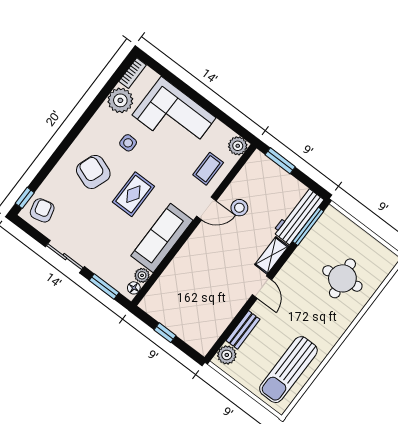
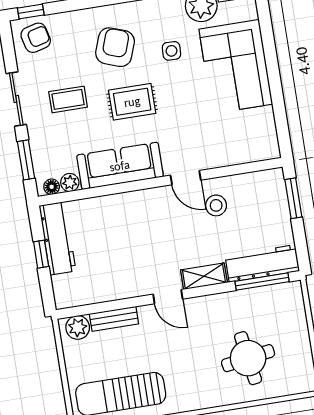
plant: (238, 146) -> (268, 148), removed
coffee table: (208, 169) -> (68, 99), moved
door: (262, 287) -> (168, 297), hinge flipped
workbench: (166, 314) -> (57, 238), added

